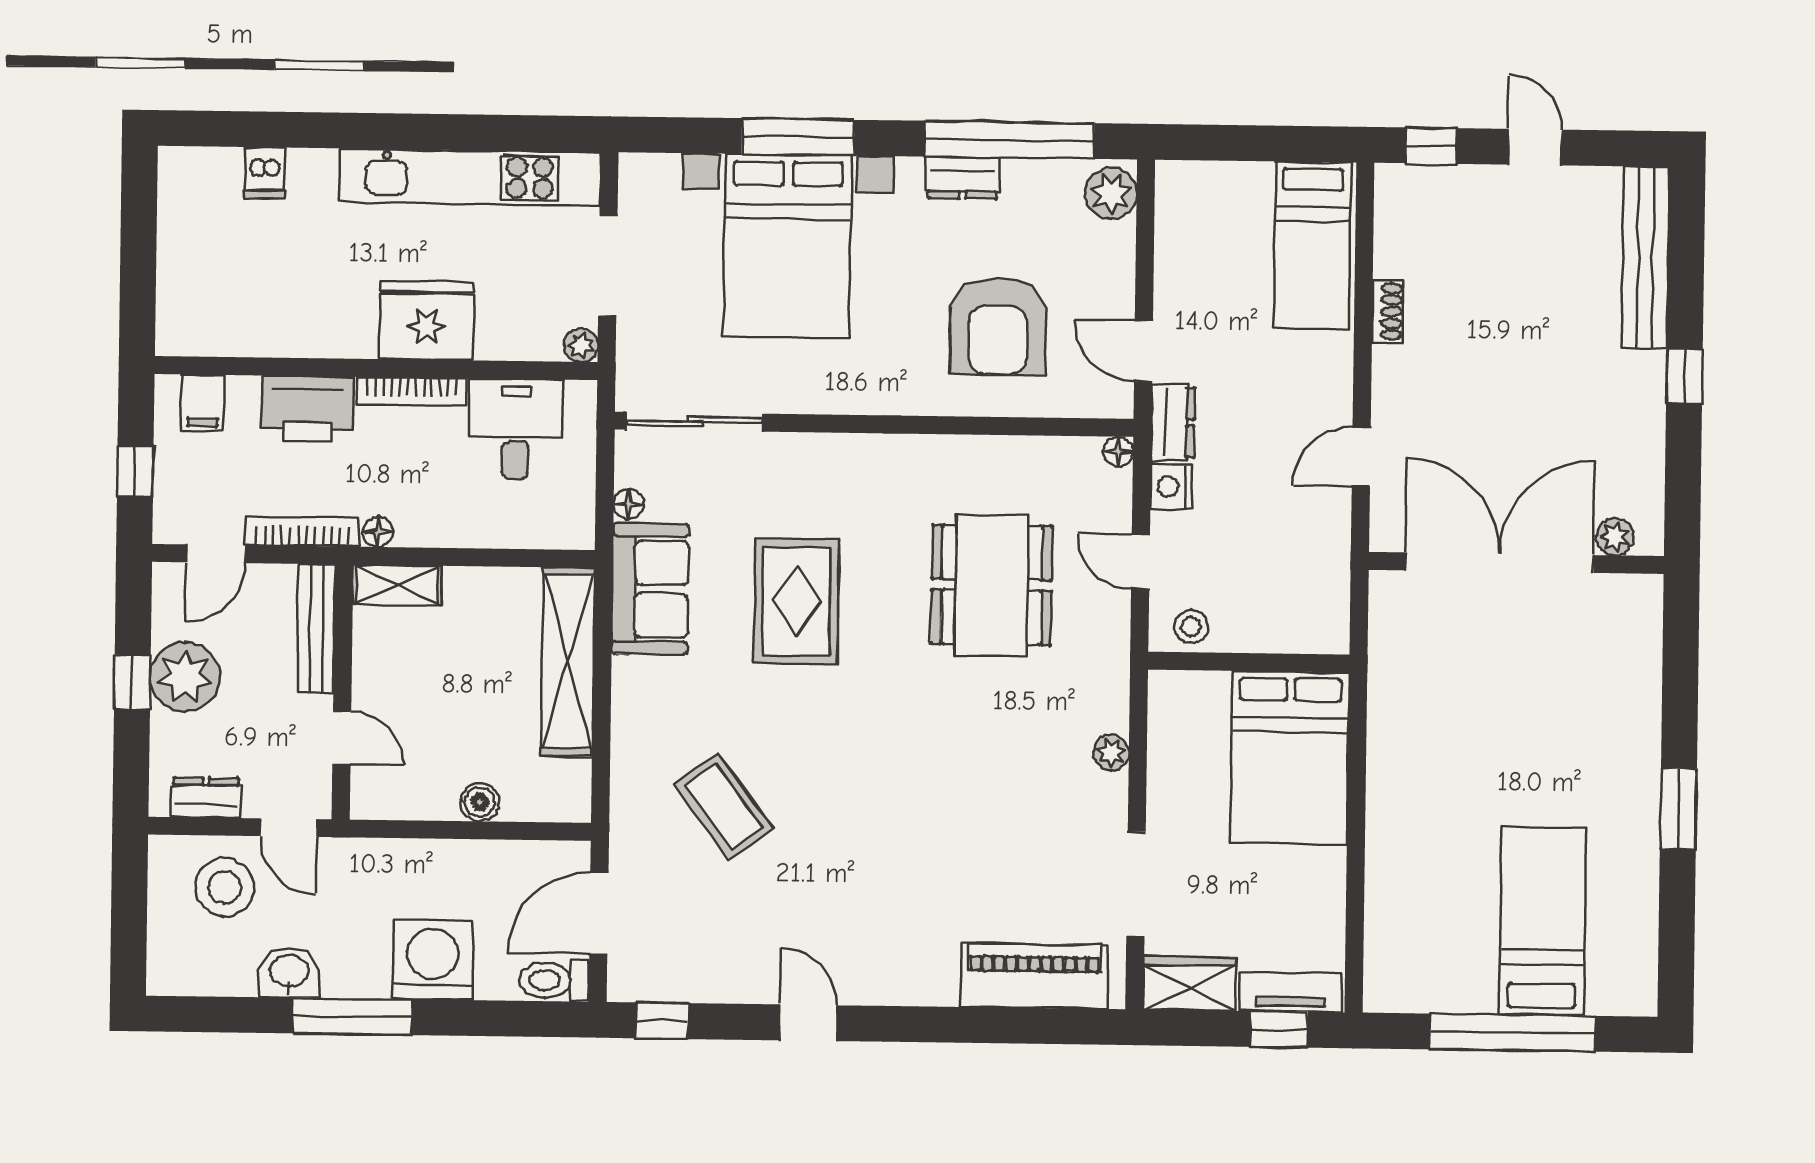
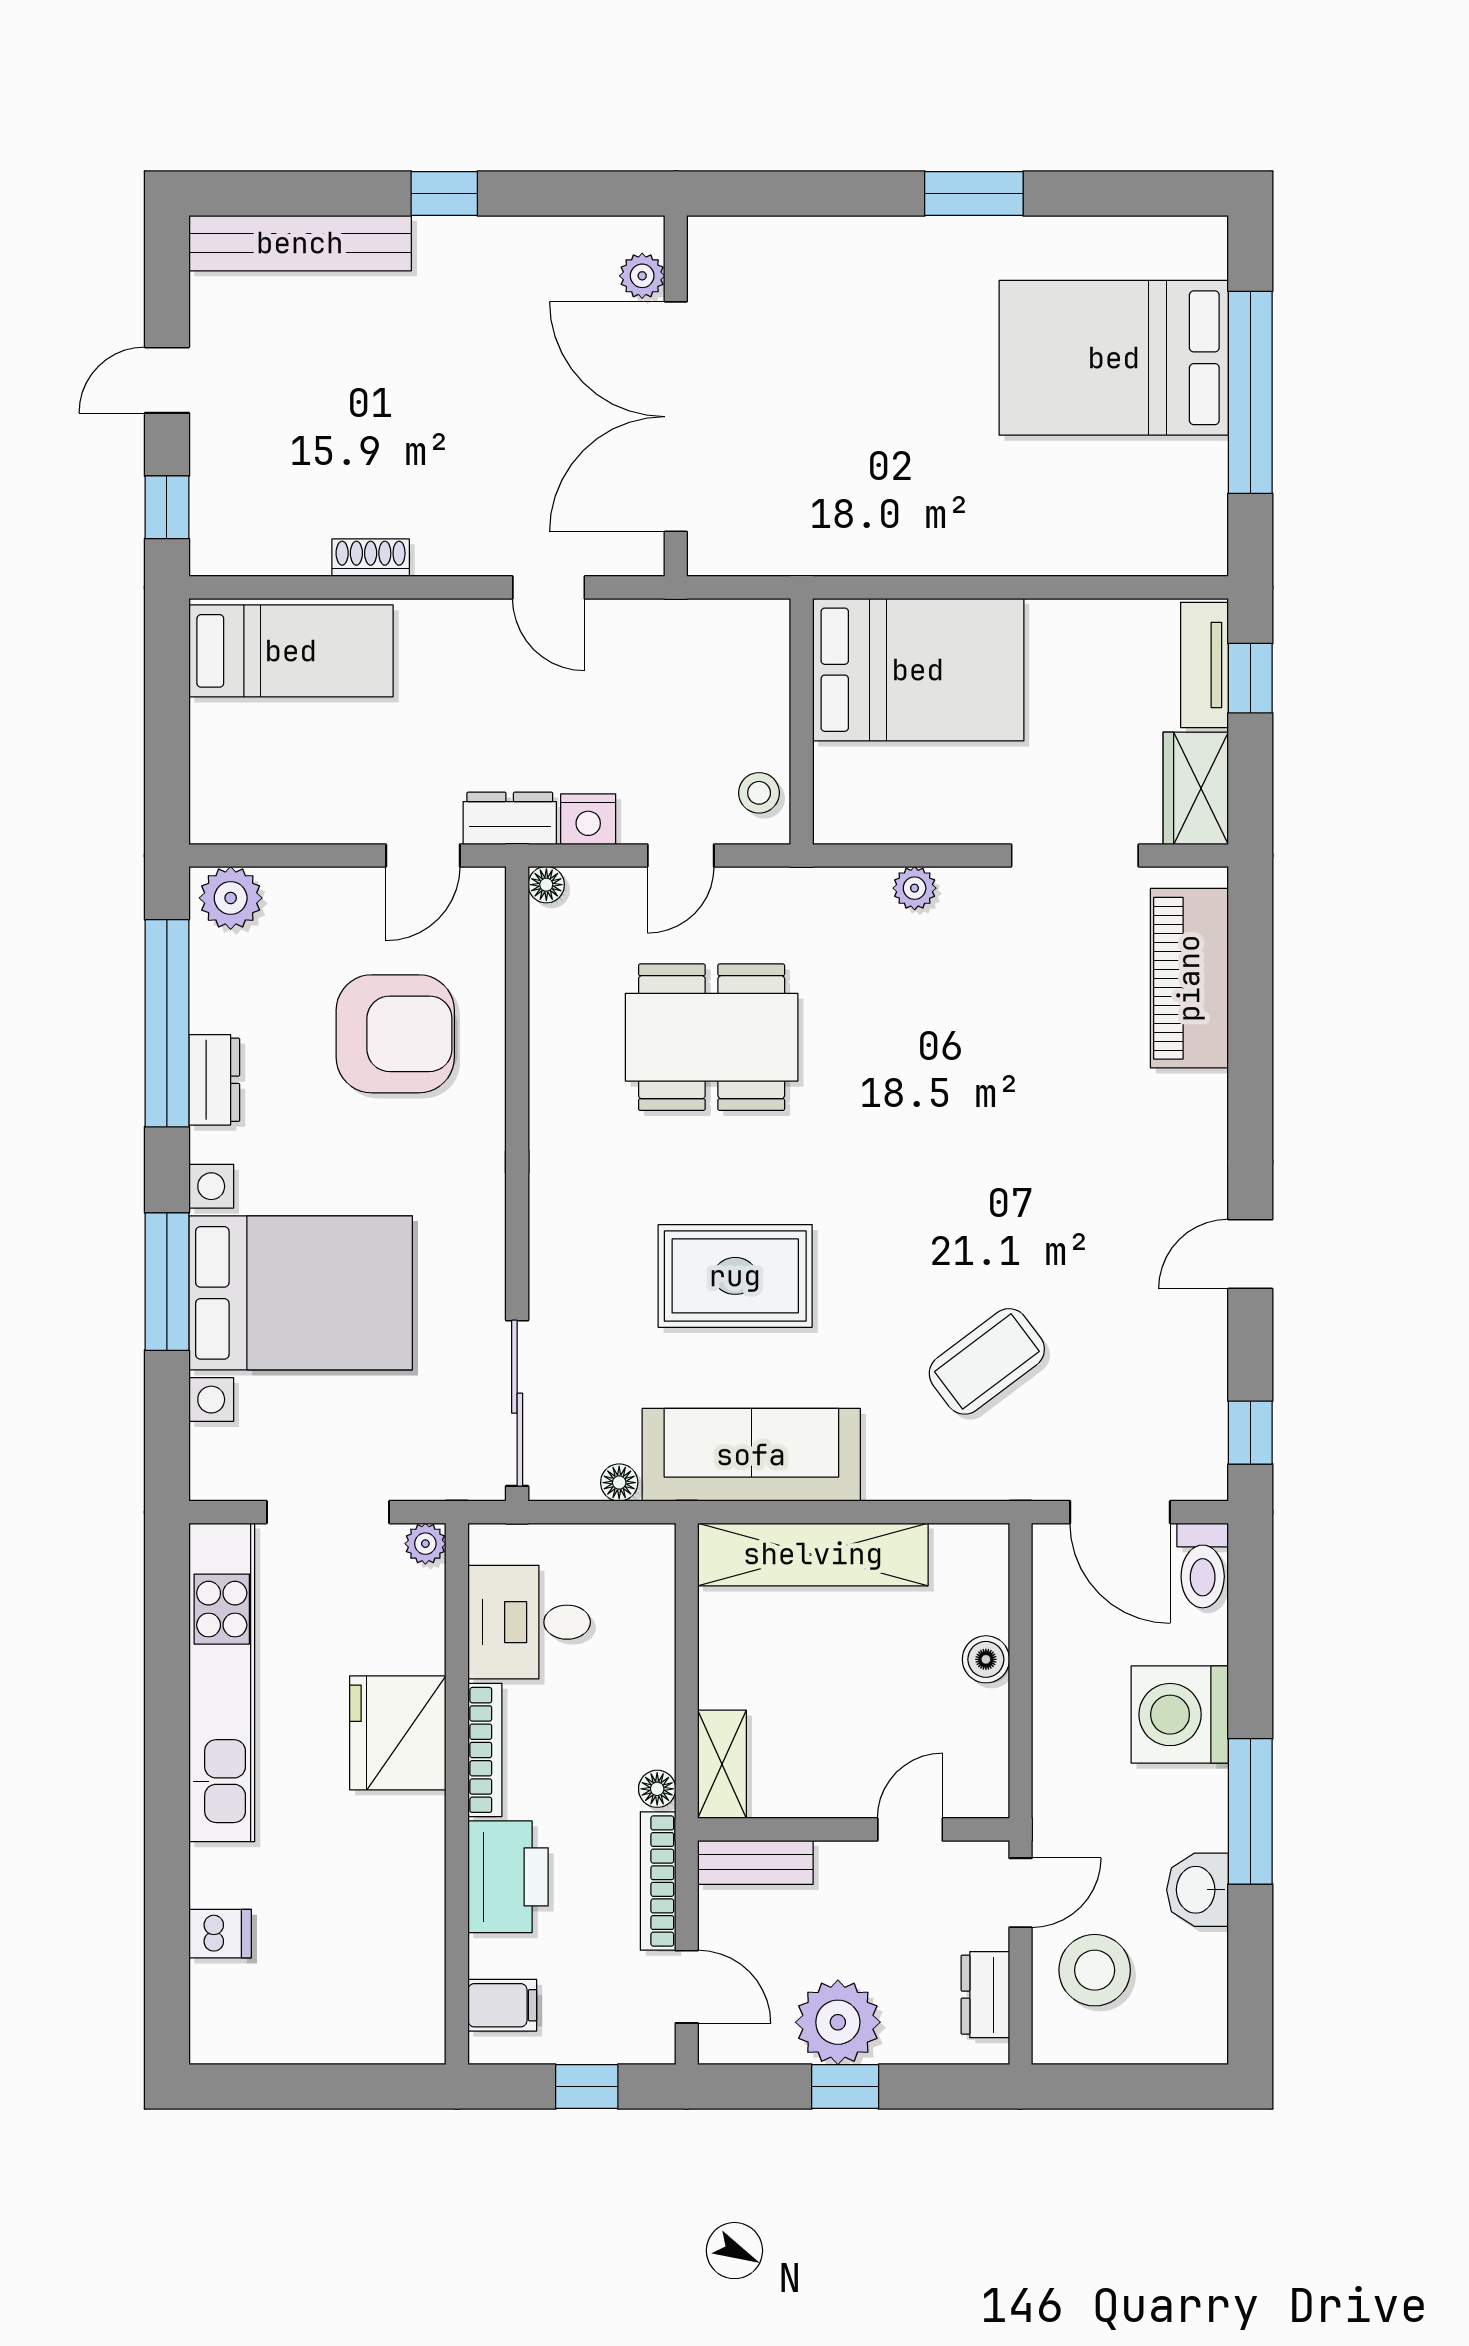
sofa: (650, 589) -> (751, 1455), width x1.36
bench: (316, 628) -> (755, 1862), width x0.73
bed: (1543, 921) -> (1114, 358), width x1.50

